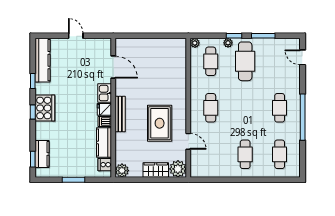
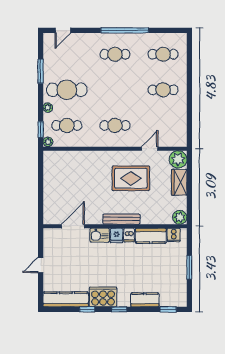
window: (234, 36) -> (41, 130), moved
cooker: (45, 108) -> (103, 297), moved
kitchen counter: (42, 154) -> (145, 300), moved

